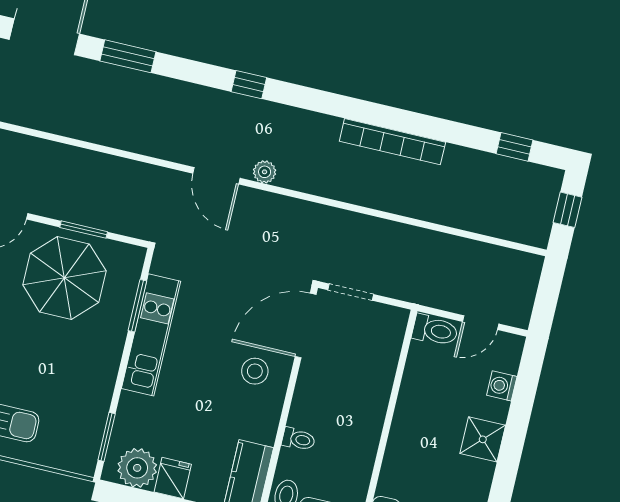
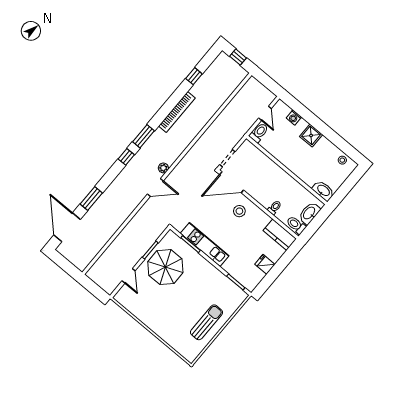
window: (309, 99) -> (144, 136), added
window: (515, 147) -> (194, 76), moved
door: (306, 326) -> (232, 182), hinge flipped
plant: (137, 468) -> (254, 276), removed

